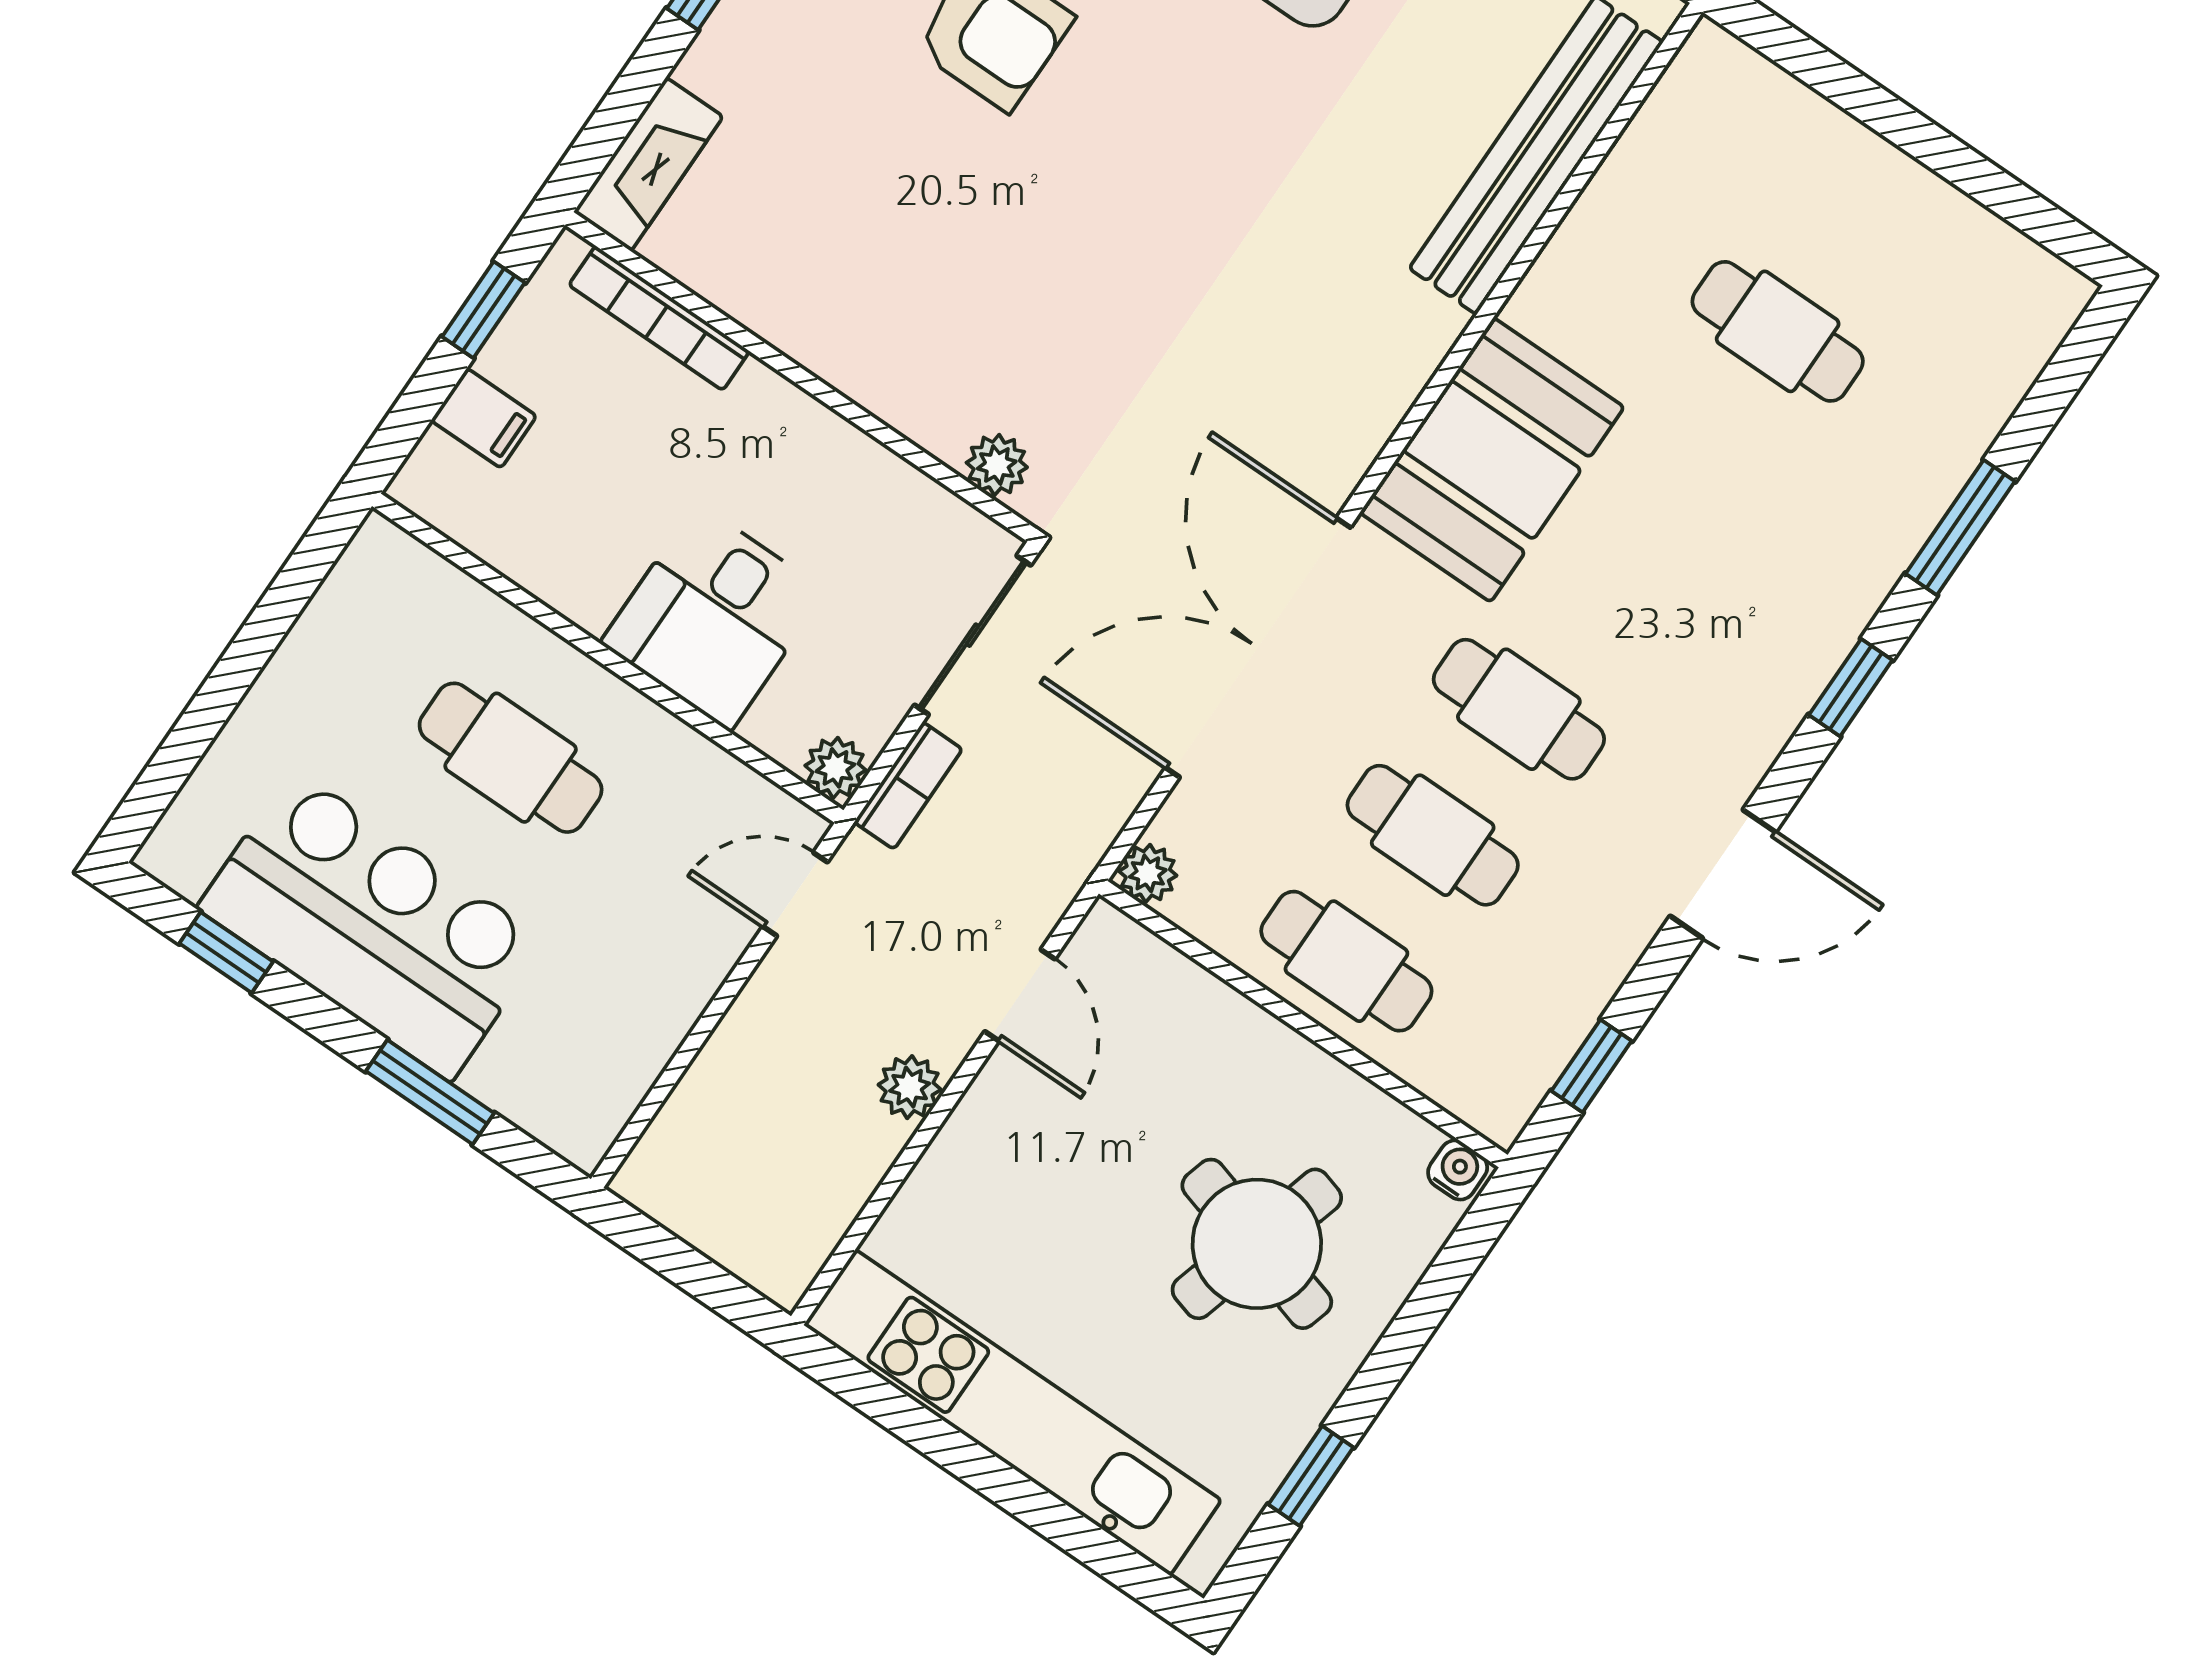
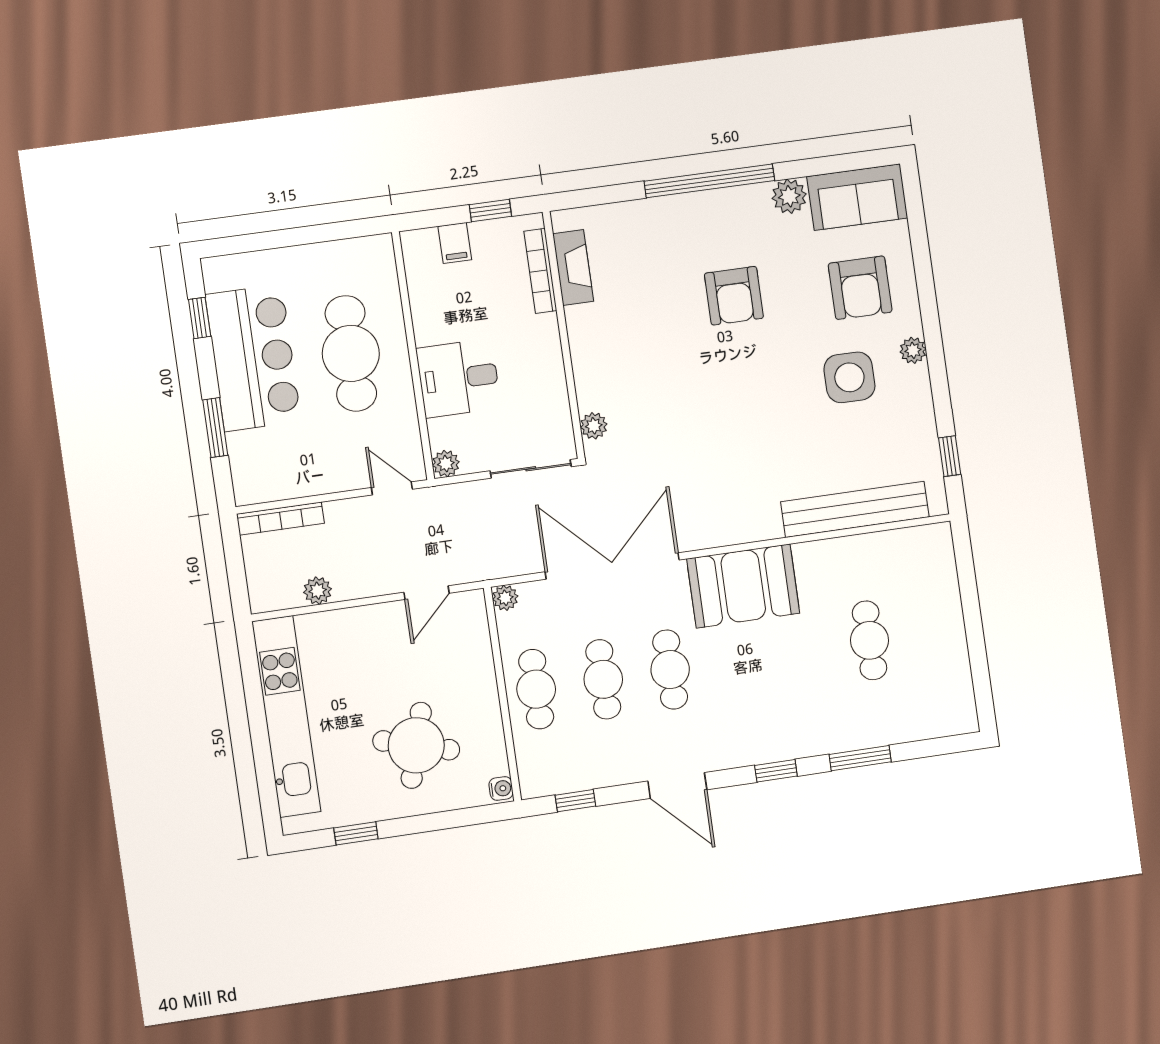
fireplace: (648, 164) -> (573, 268), moved, turned -90
cafe table: (511, 758) -> (351, 353), width x1.37, depth x1.35
bookcase: (908, 786) -> (280, 519), moved, width x1.56
plant: (910, 1087) -> (318, 591), moved

